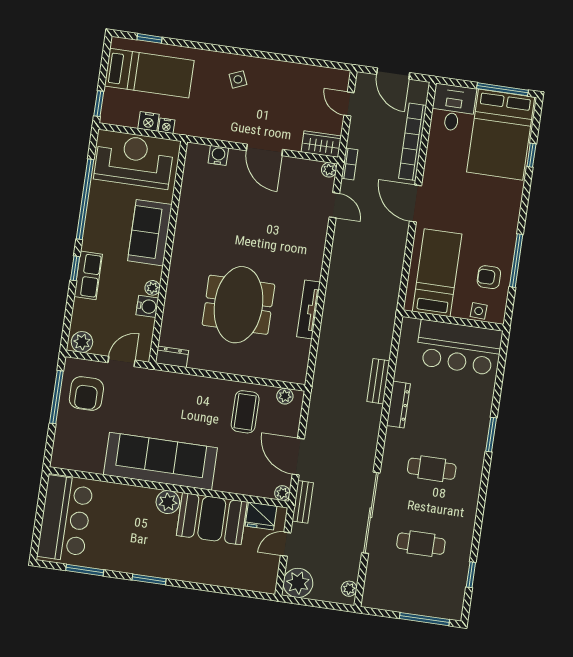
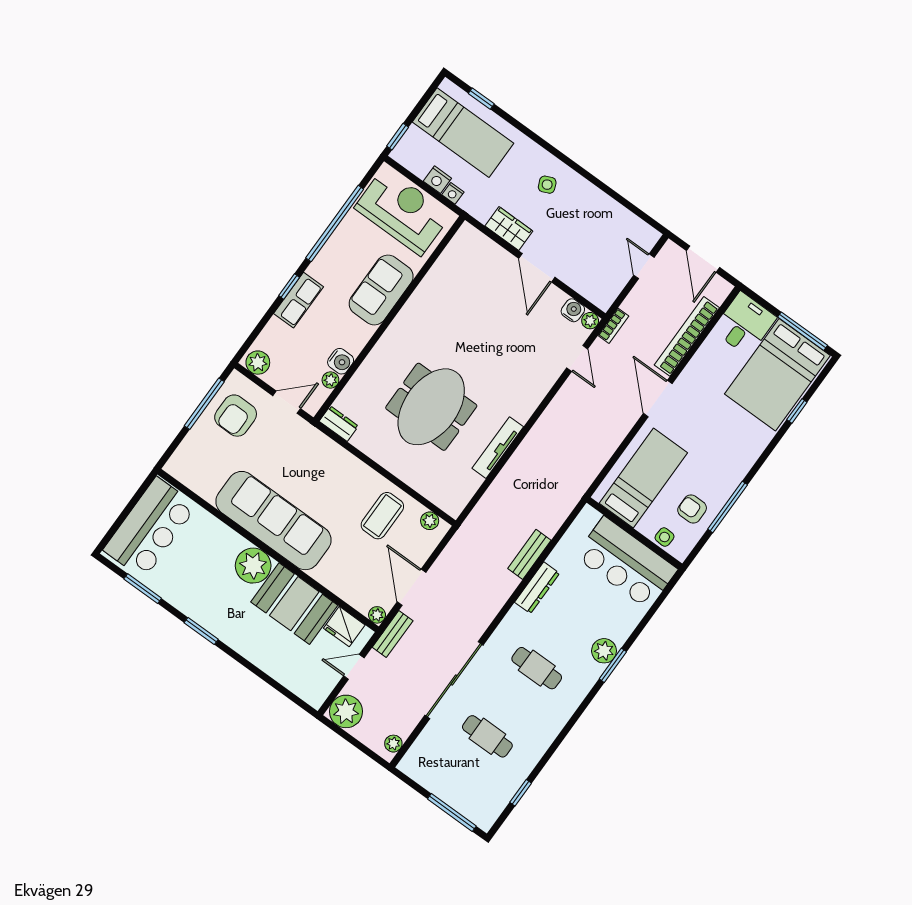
wardrobe: (321, 144) -> (509, 228), moved
water cooler: (218, 155) -> (573, 310), moved
plant: (153, 288) -> (330, 380), moved
plant: (478, 427) -> (604, 651), added
plant: (168, 502) -> (253, 566), width x1.36, depth x1.36

